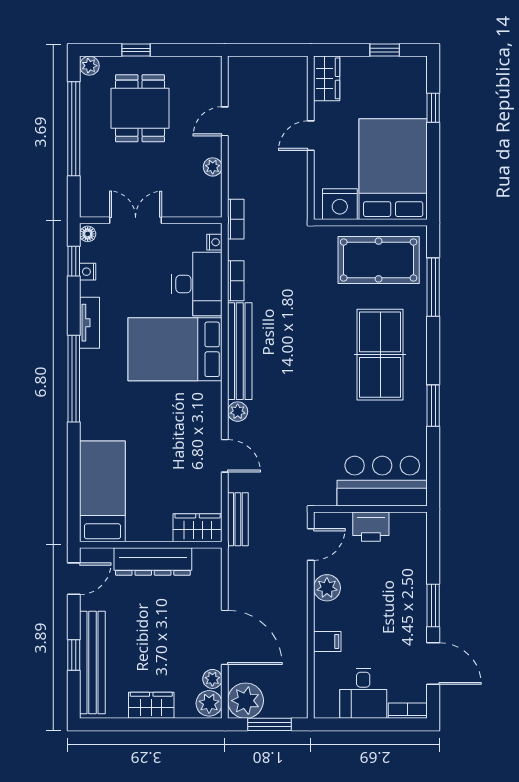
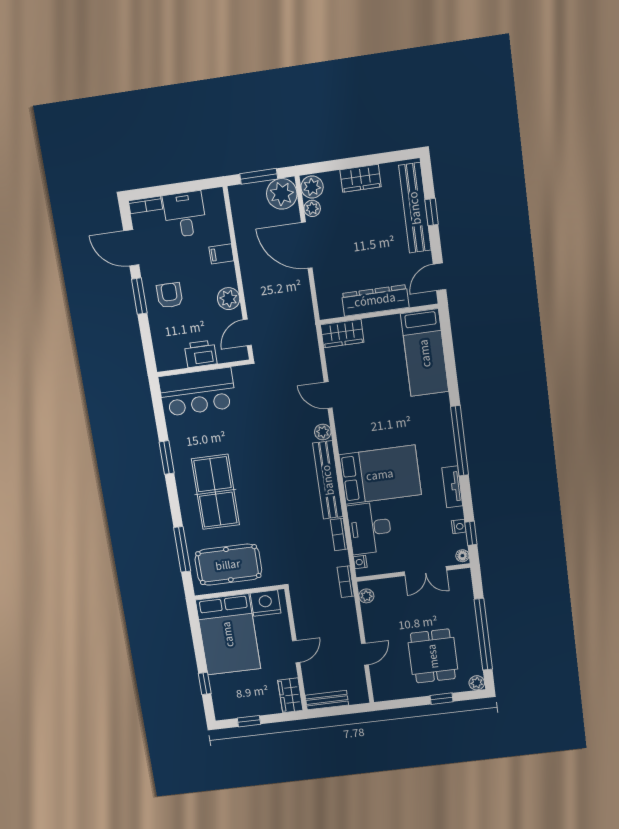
plant: (213, 167) -> (366, 596), moved
bench: (238, 519) -> (327, 700), moved, turned 90
armchair: (397, 601) -> (170, 295), added

